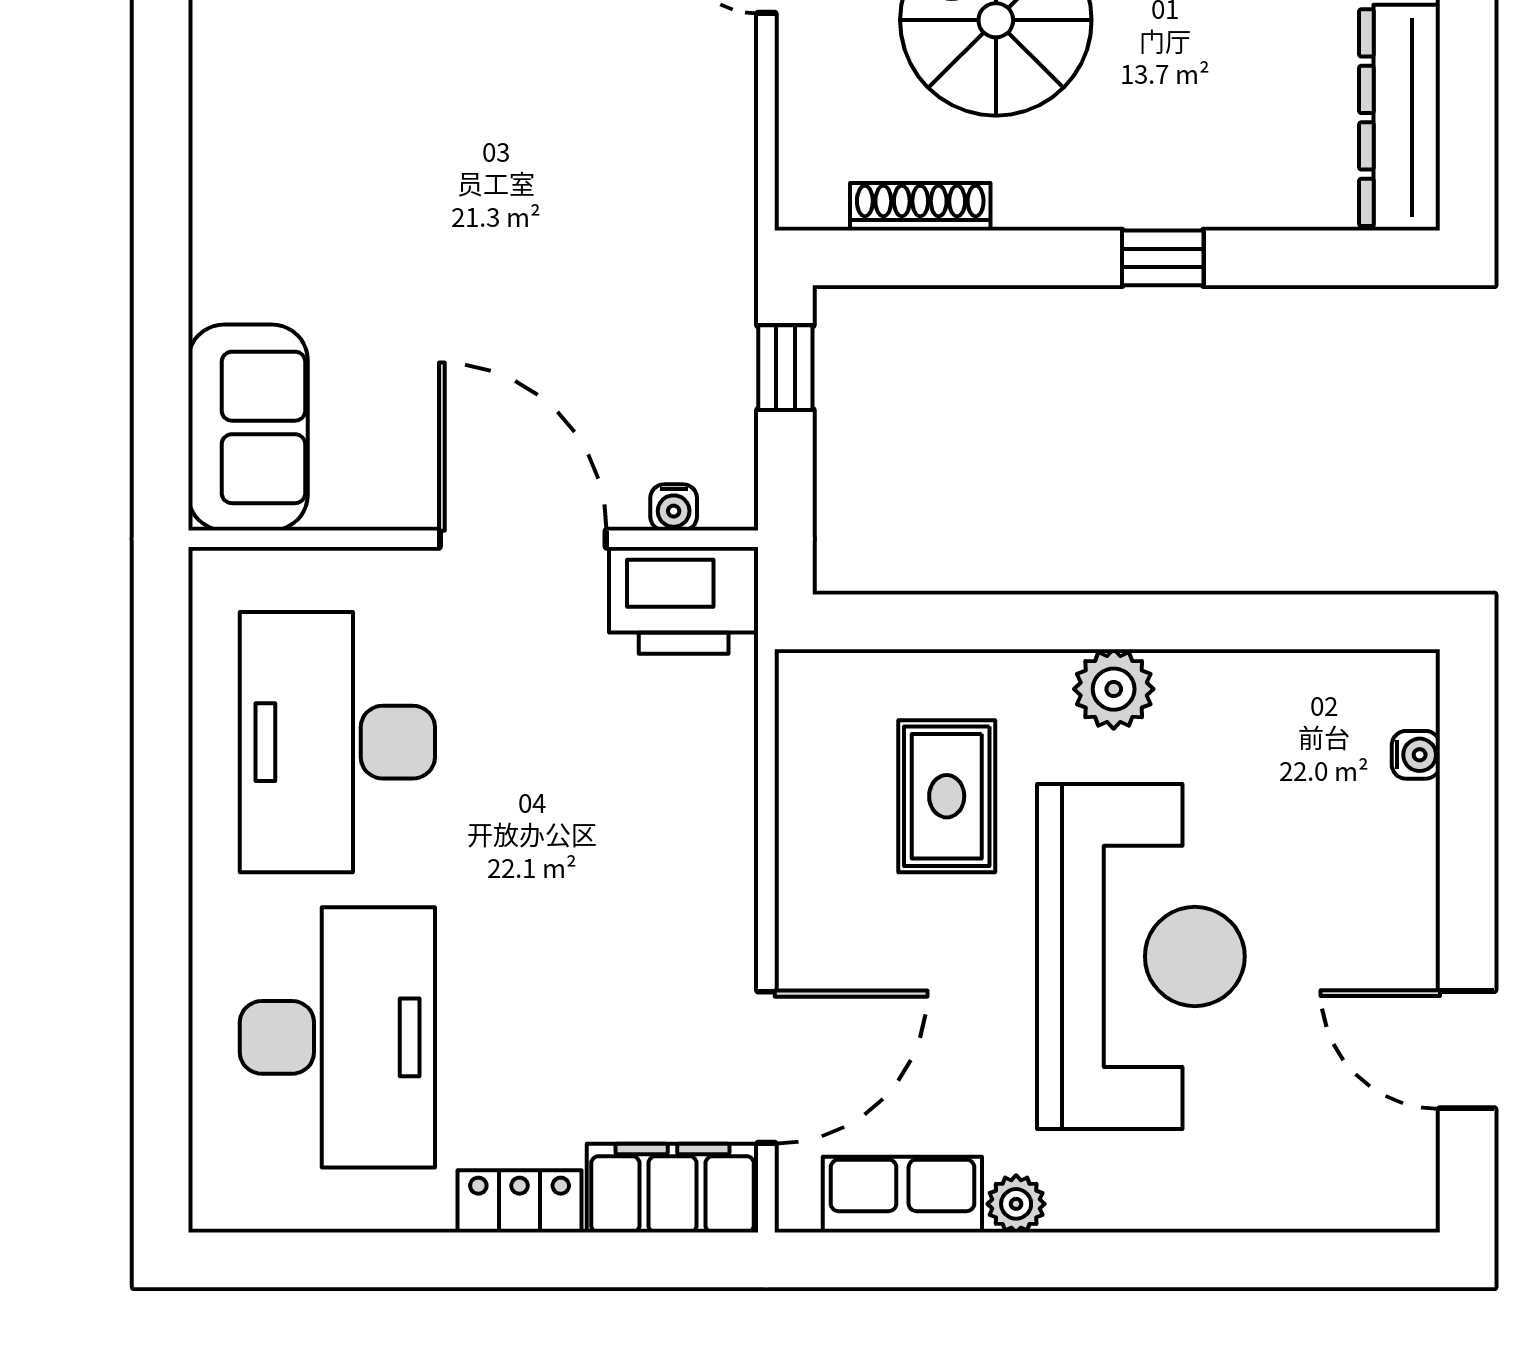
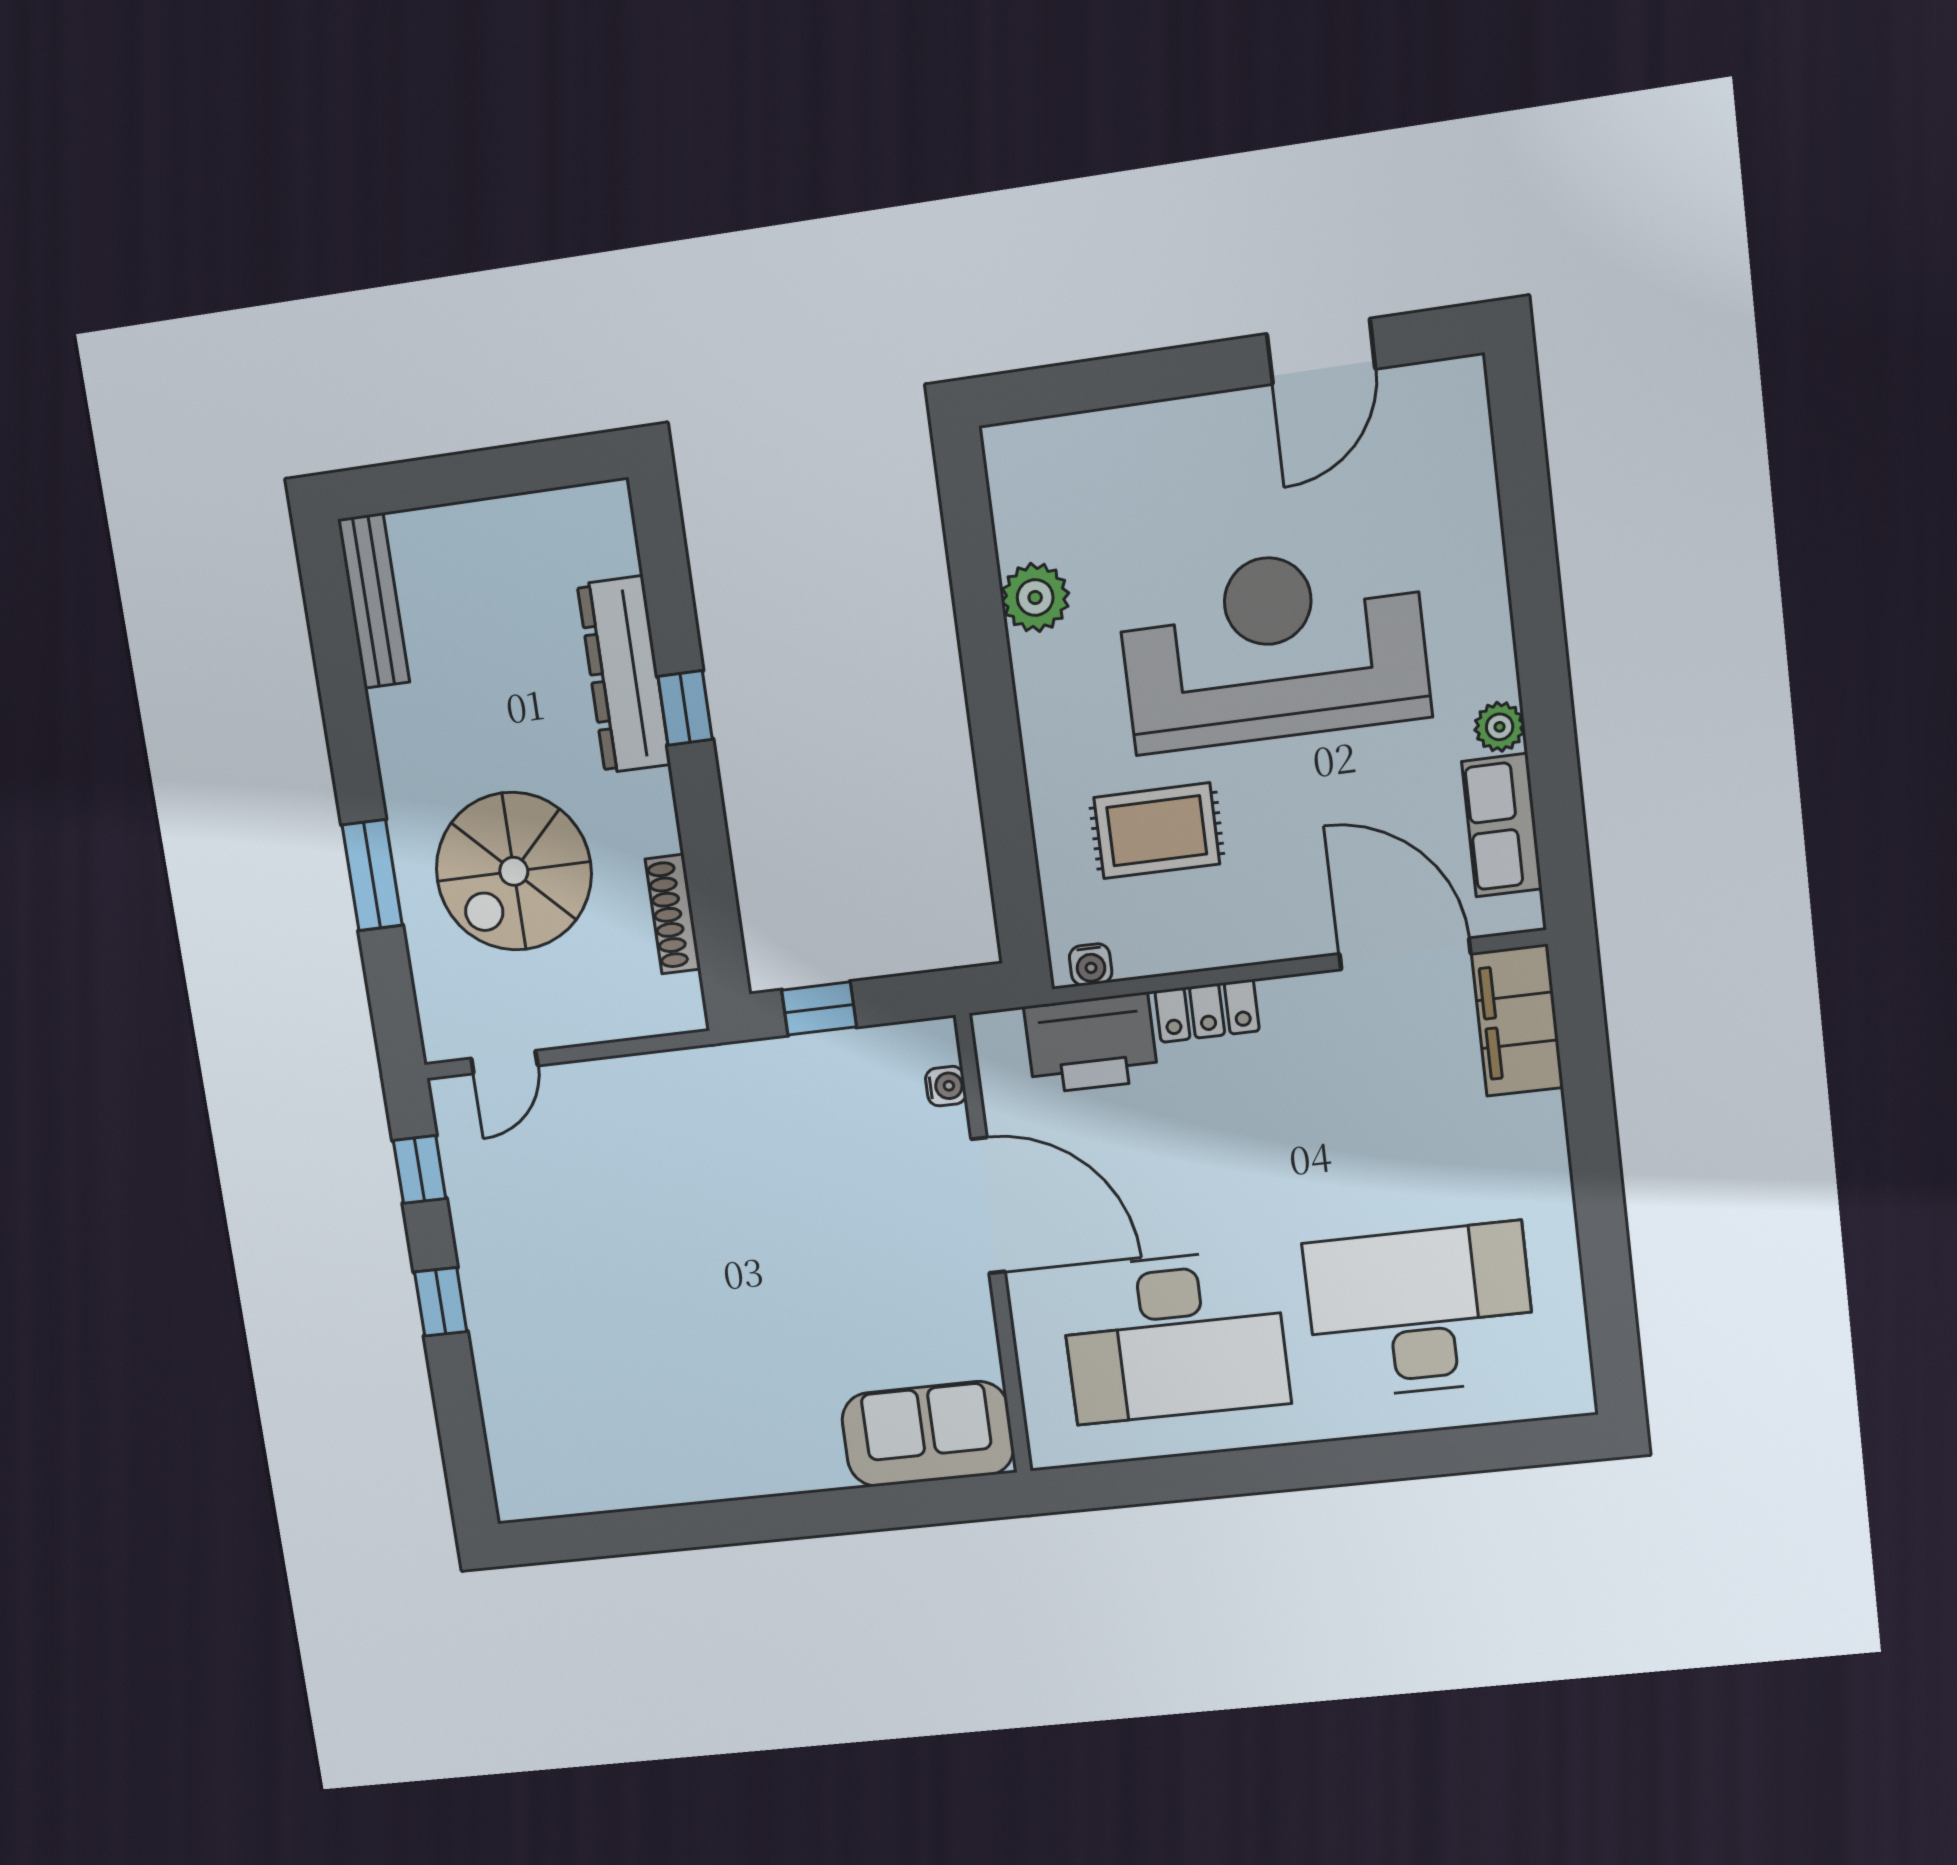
dresser: (1399, 118) -> (624, 675), moved, turned 90
door: (523, 539) -> (988, 1205), swing flipped
printer: (684, 600) -> (1091, 1043), moved, turned 90
plant: (1114, 689) -> (1035, 597), moved
water cooler: (1416, 755) -> (1091, 965), moved, turned 180
locker: (520, 1201) -> (1207, 1011), moved, turned -90

